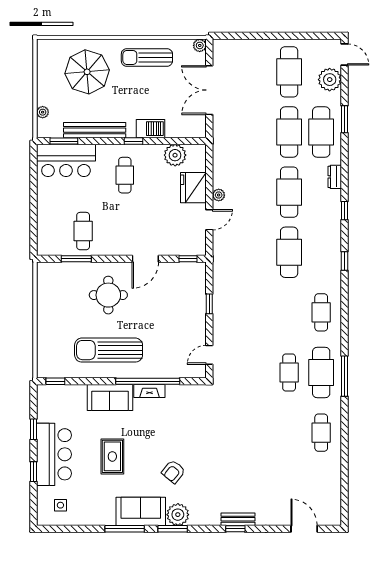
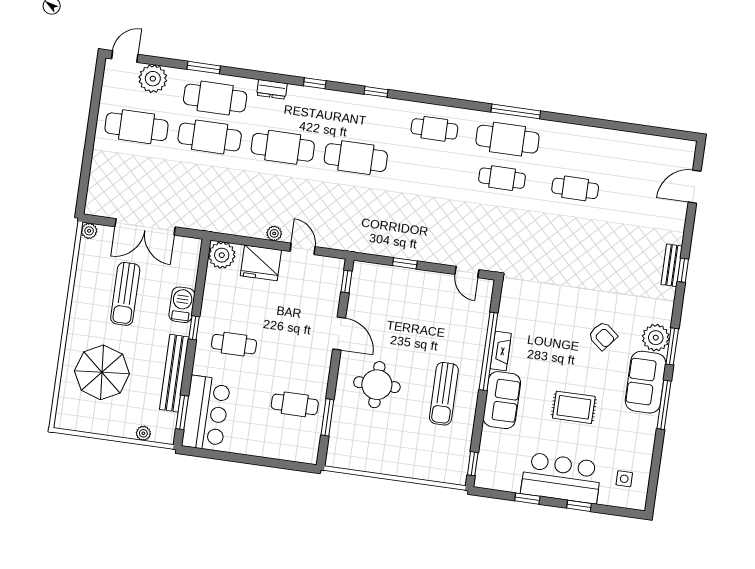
sun lounger: (147, 57) -> (125, 294), moved
plant: (175, 155) -> (222, 255), moved
sun lounger: (109, 350) -> (444, 394), width x0.73, depth x0.75
cafe table: (321, 433) -> (575, 188), moved

